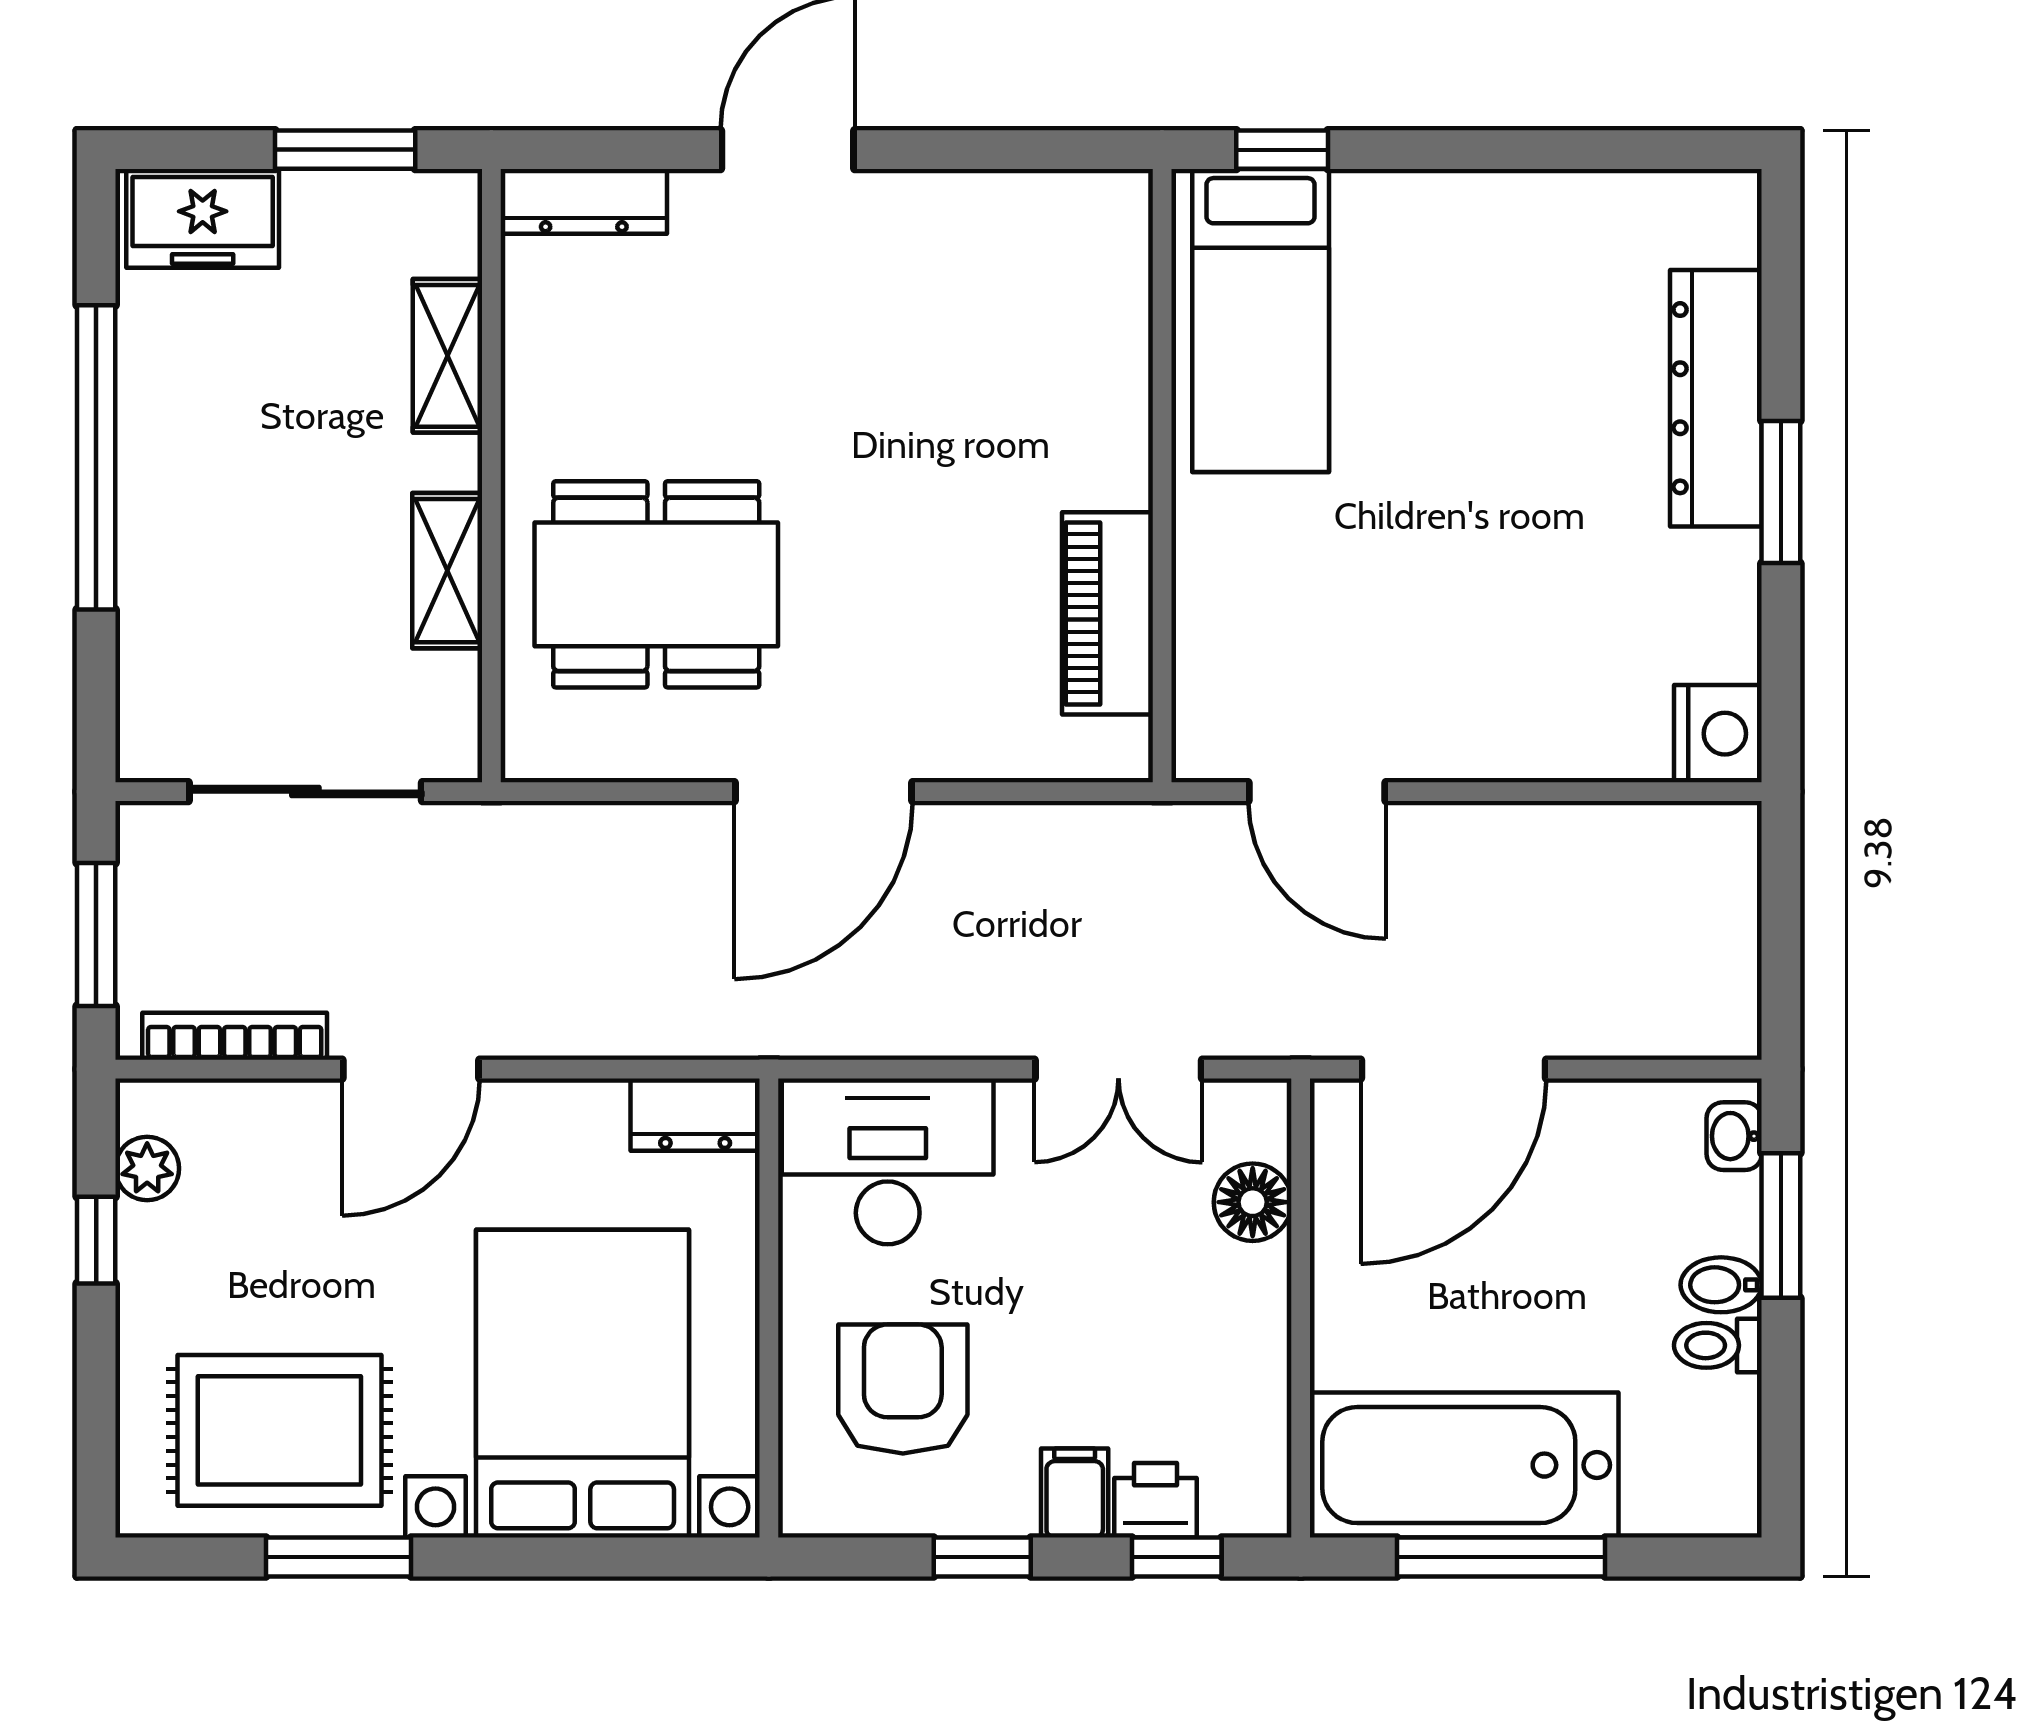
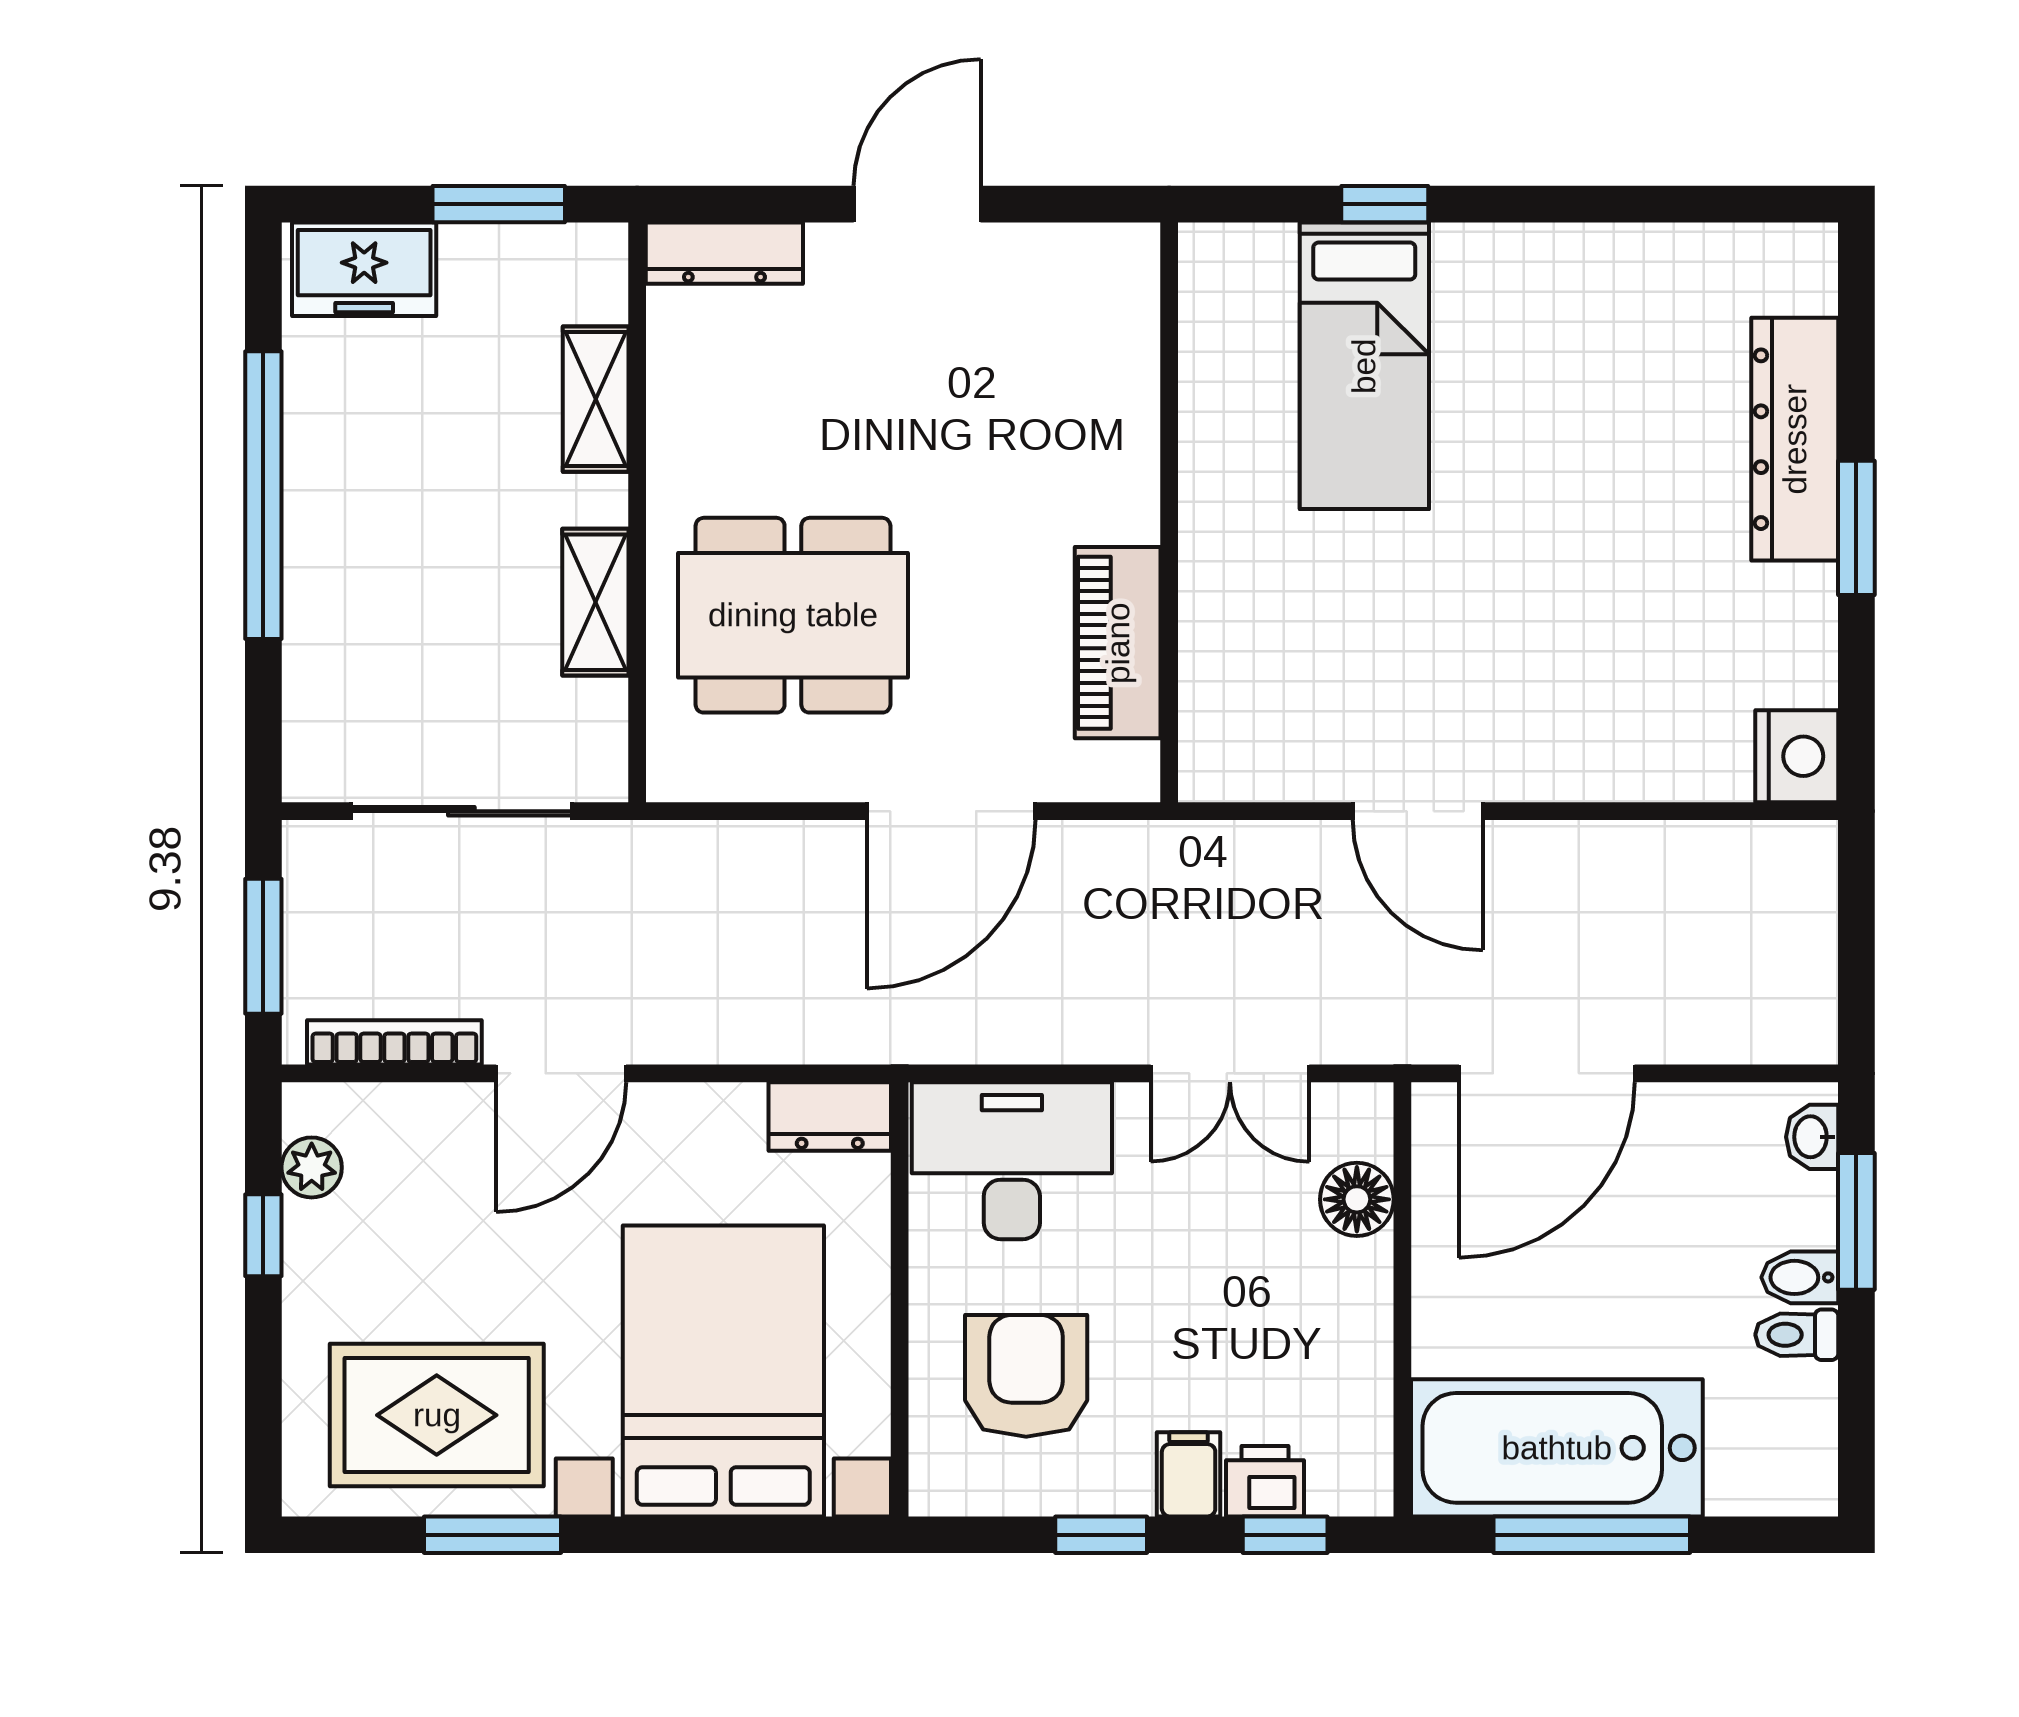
wall: (1162, 476) -> (1169, 512), moved
piano: (1107, 613) -> (1118, 643), moved

